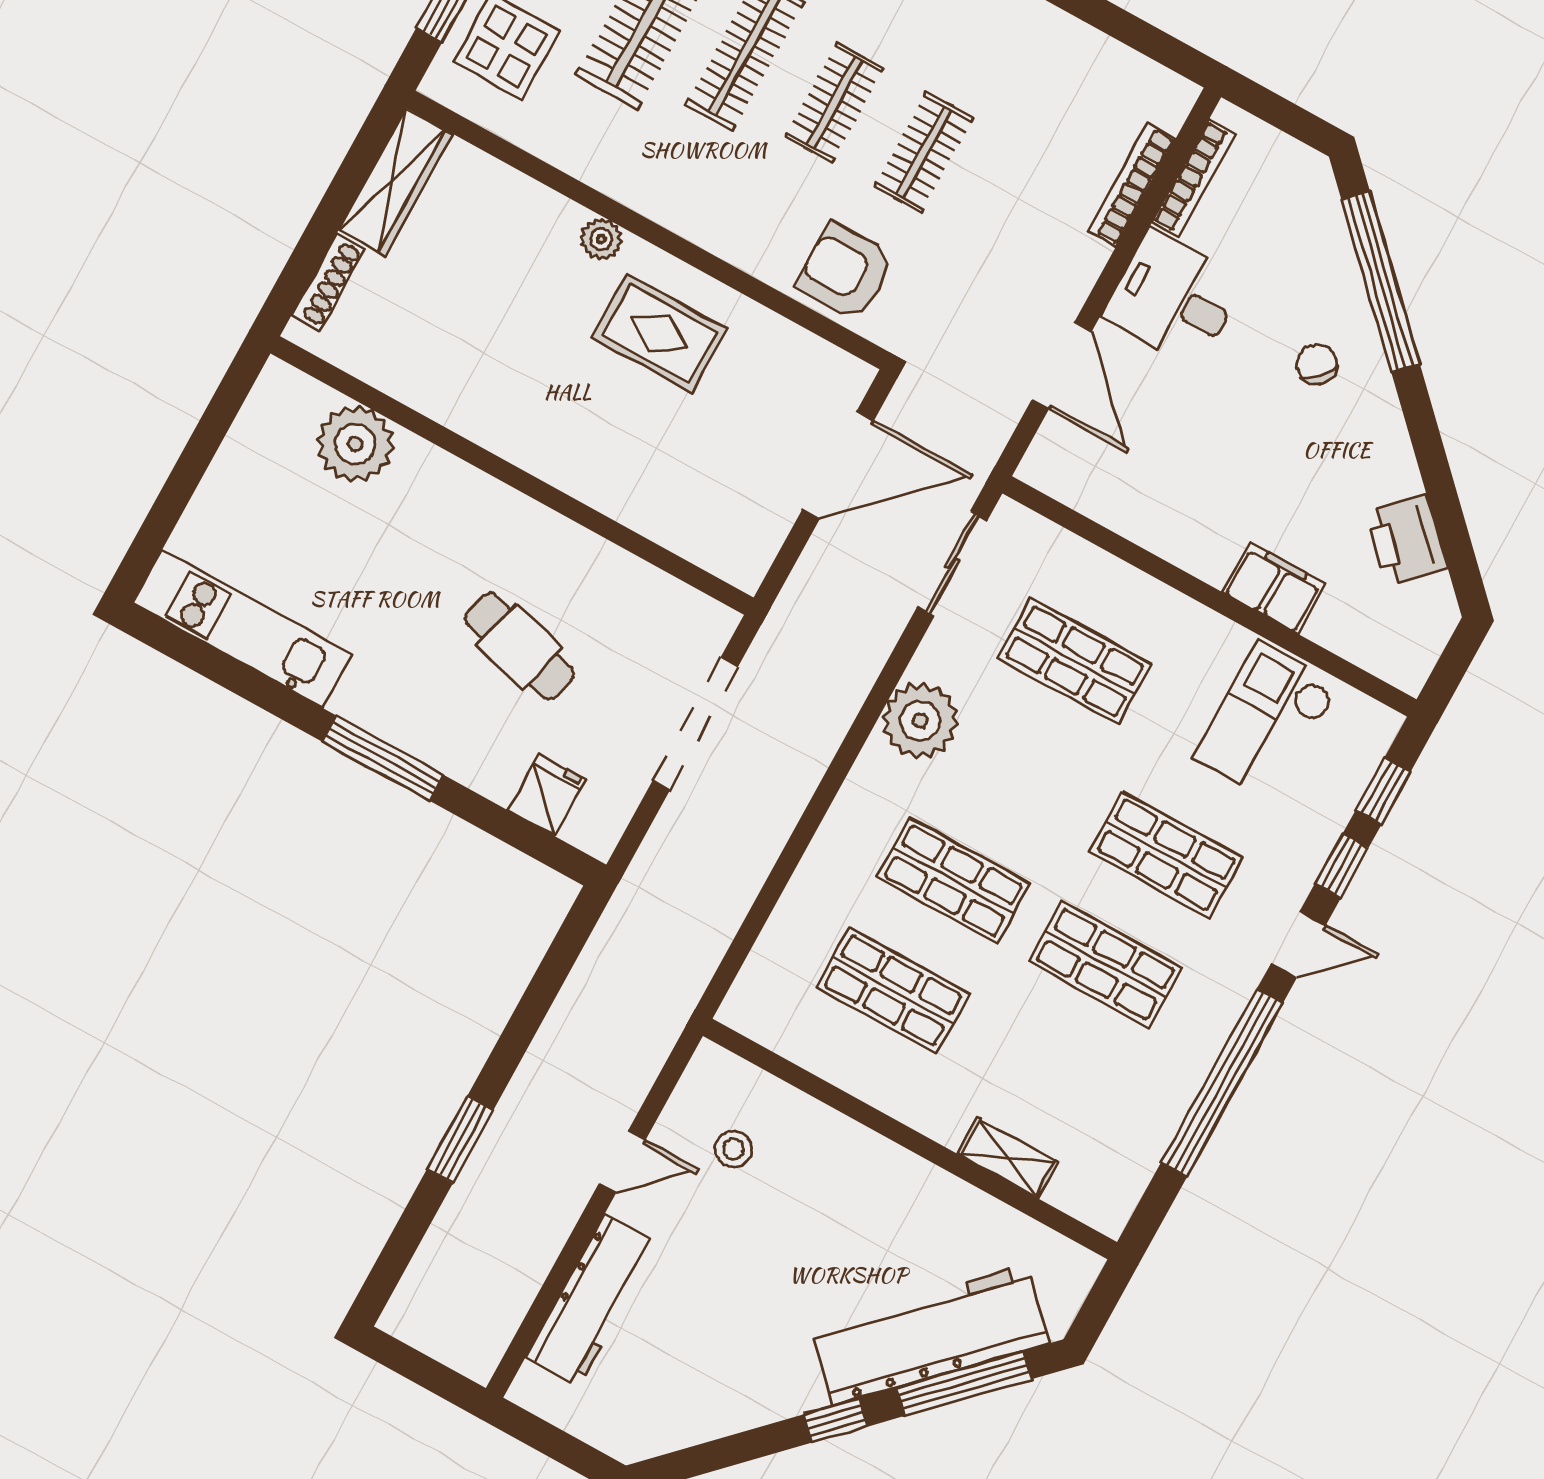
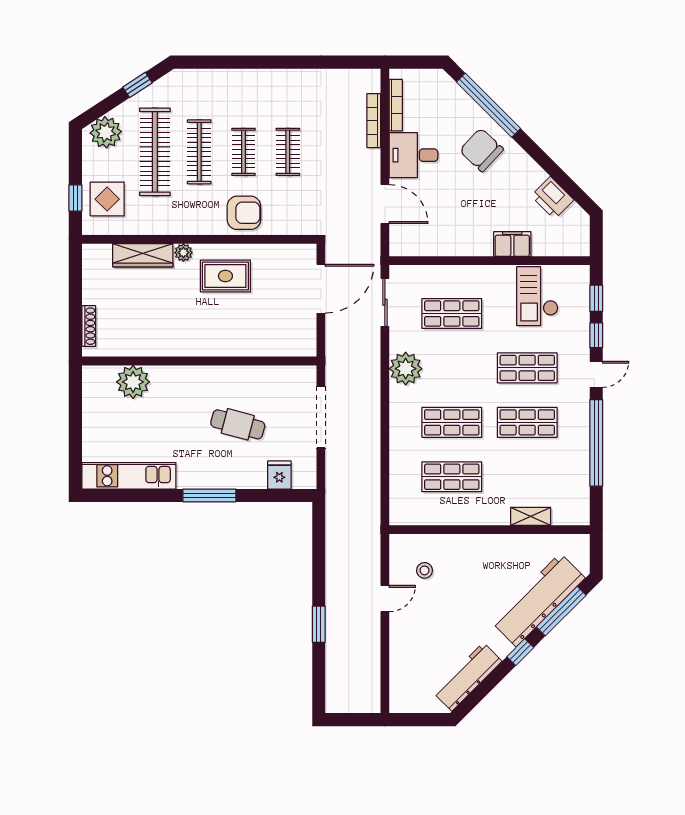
wardrobe: (396, 182) -> (143, 255), moved, turned 90
armchair: (846, 272) -> (244, 213), moved, turned 180
chair: (1317, 364) -> (481, 150), width x1.87, depth x1.87
workbench: (592, 1301) -> (468, 677), moved, turned -135

